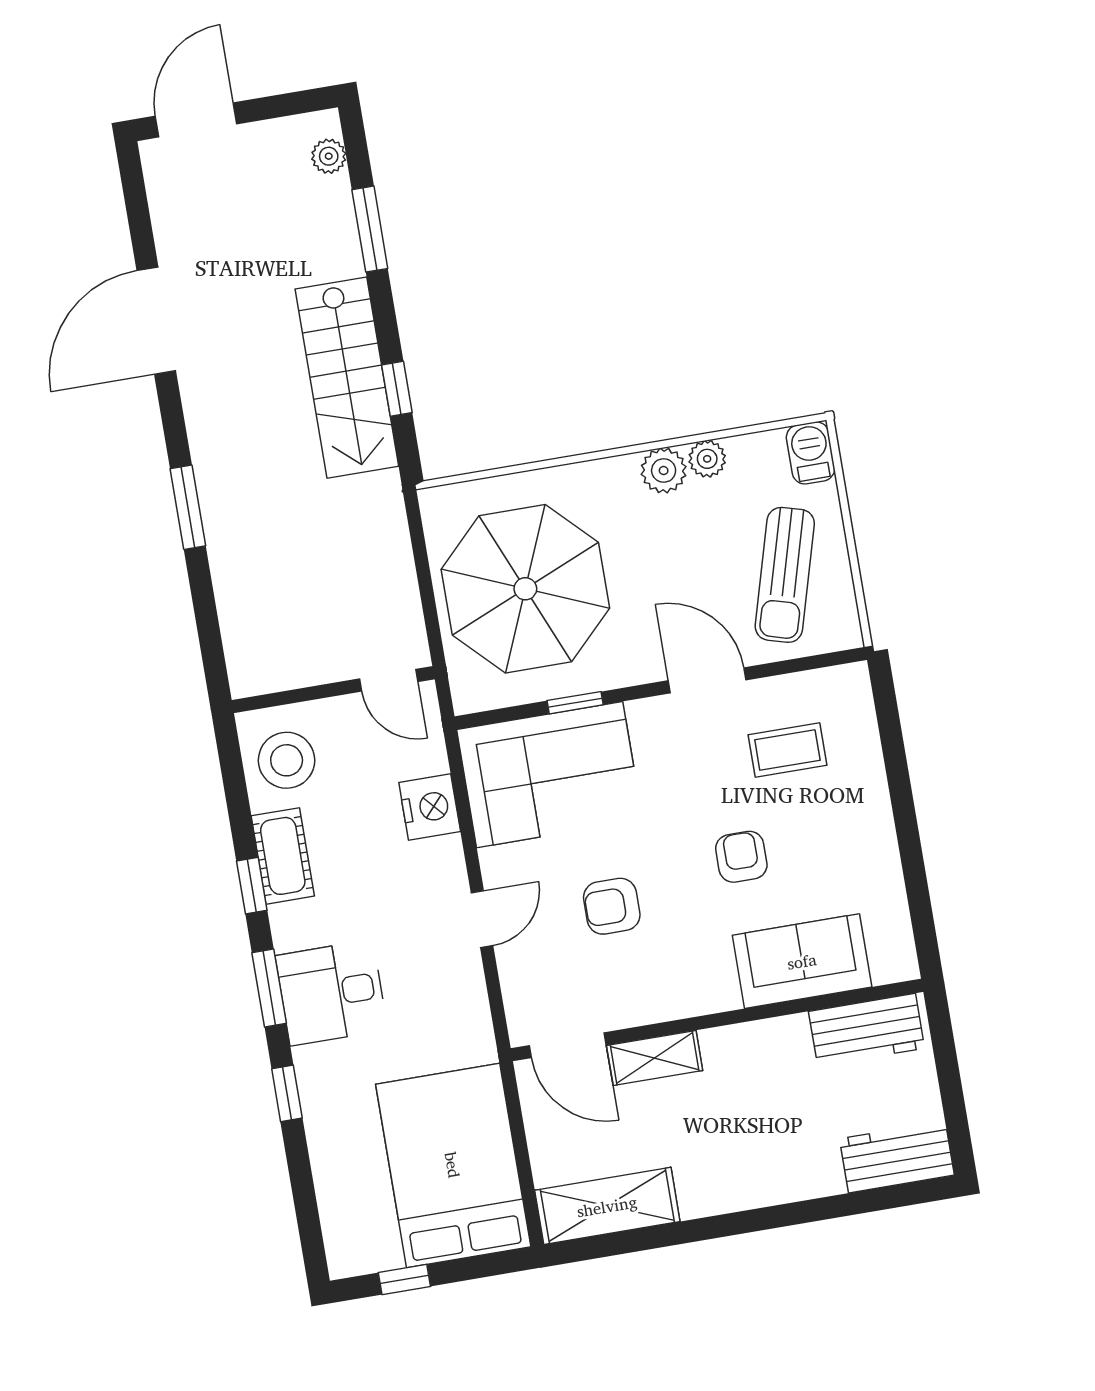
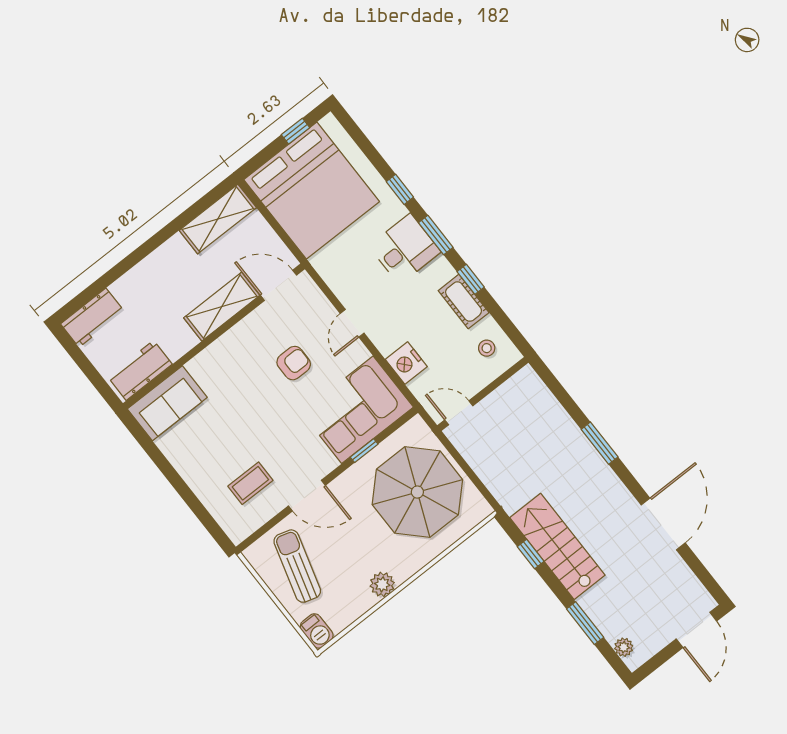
plant: (707, 459) -> (364, 601), removed
stool: (287, 760) -> (487, 348), width x0.53, depth x0.53
armchair: (741, 857) -> (245, 420), removed
sofa: (802, 961) -> (167, 403), moved
shelving: (655, 1058) -> (222, 307), width x1.50, depth x1.33
bed: (453, 1165) -> (312, 191), width x1.36

